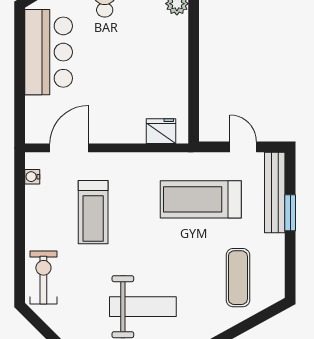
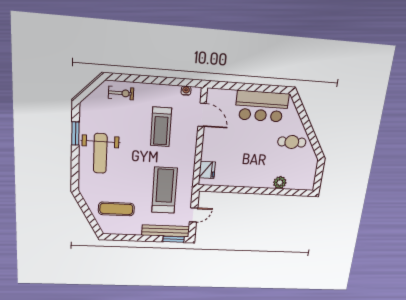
treadmill: (93, 212) -> (161, 127), turned -90
window: (290, 213) -> (174, 239), moved
exercise bike: (43, 277) -> (121, 93), width x0.73, depth x0.72

